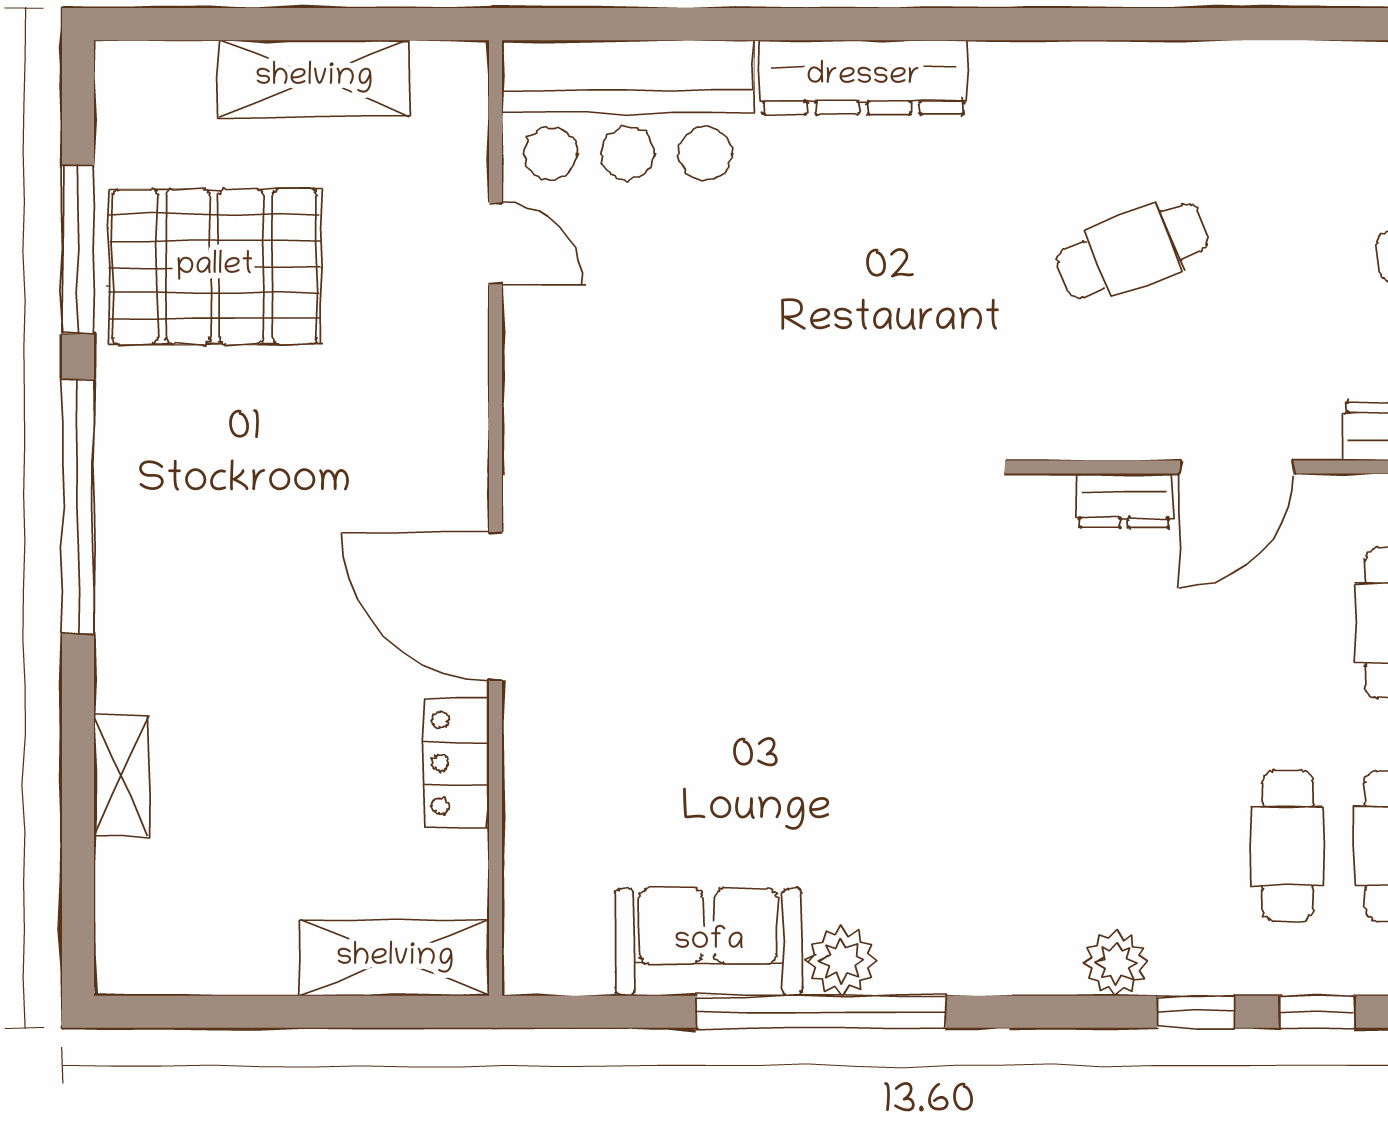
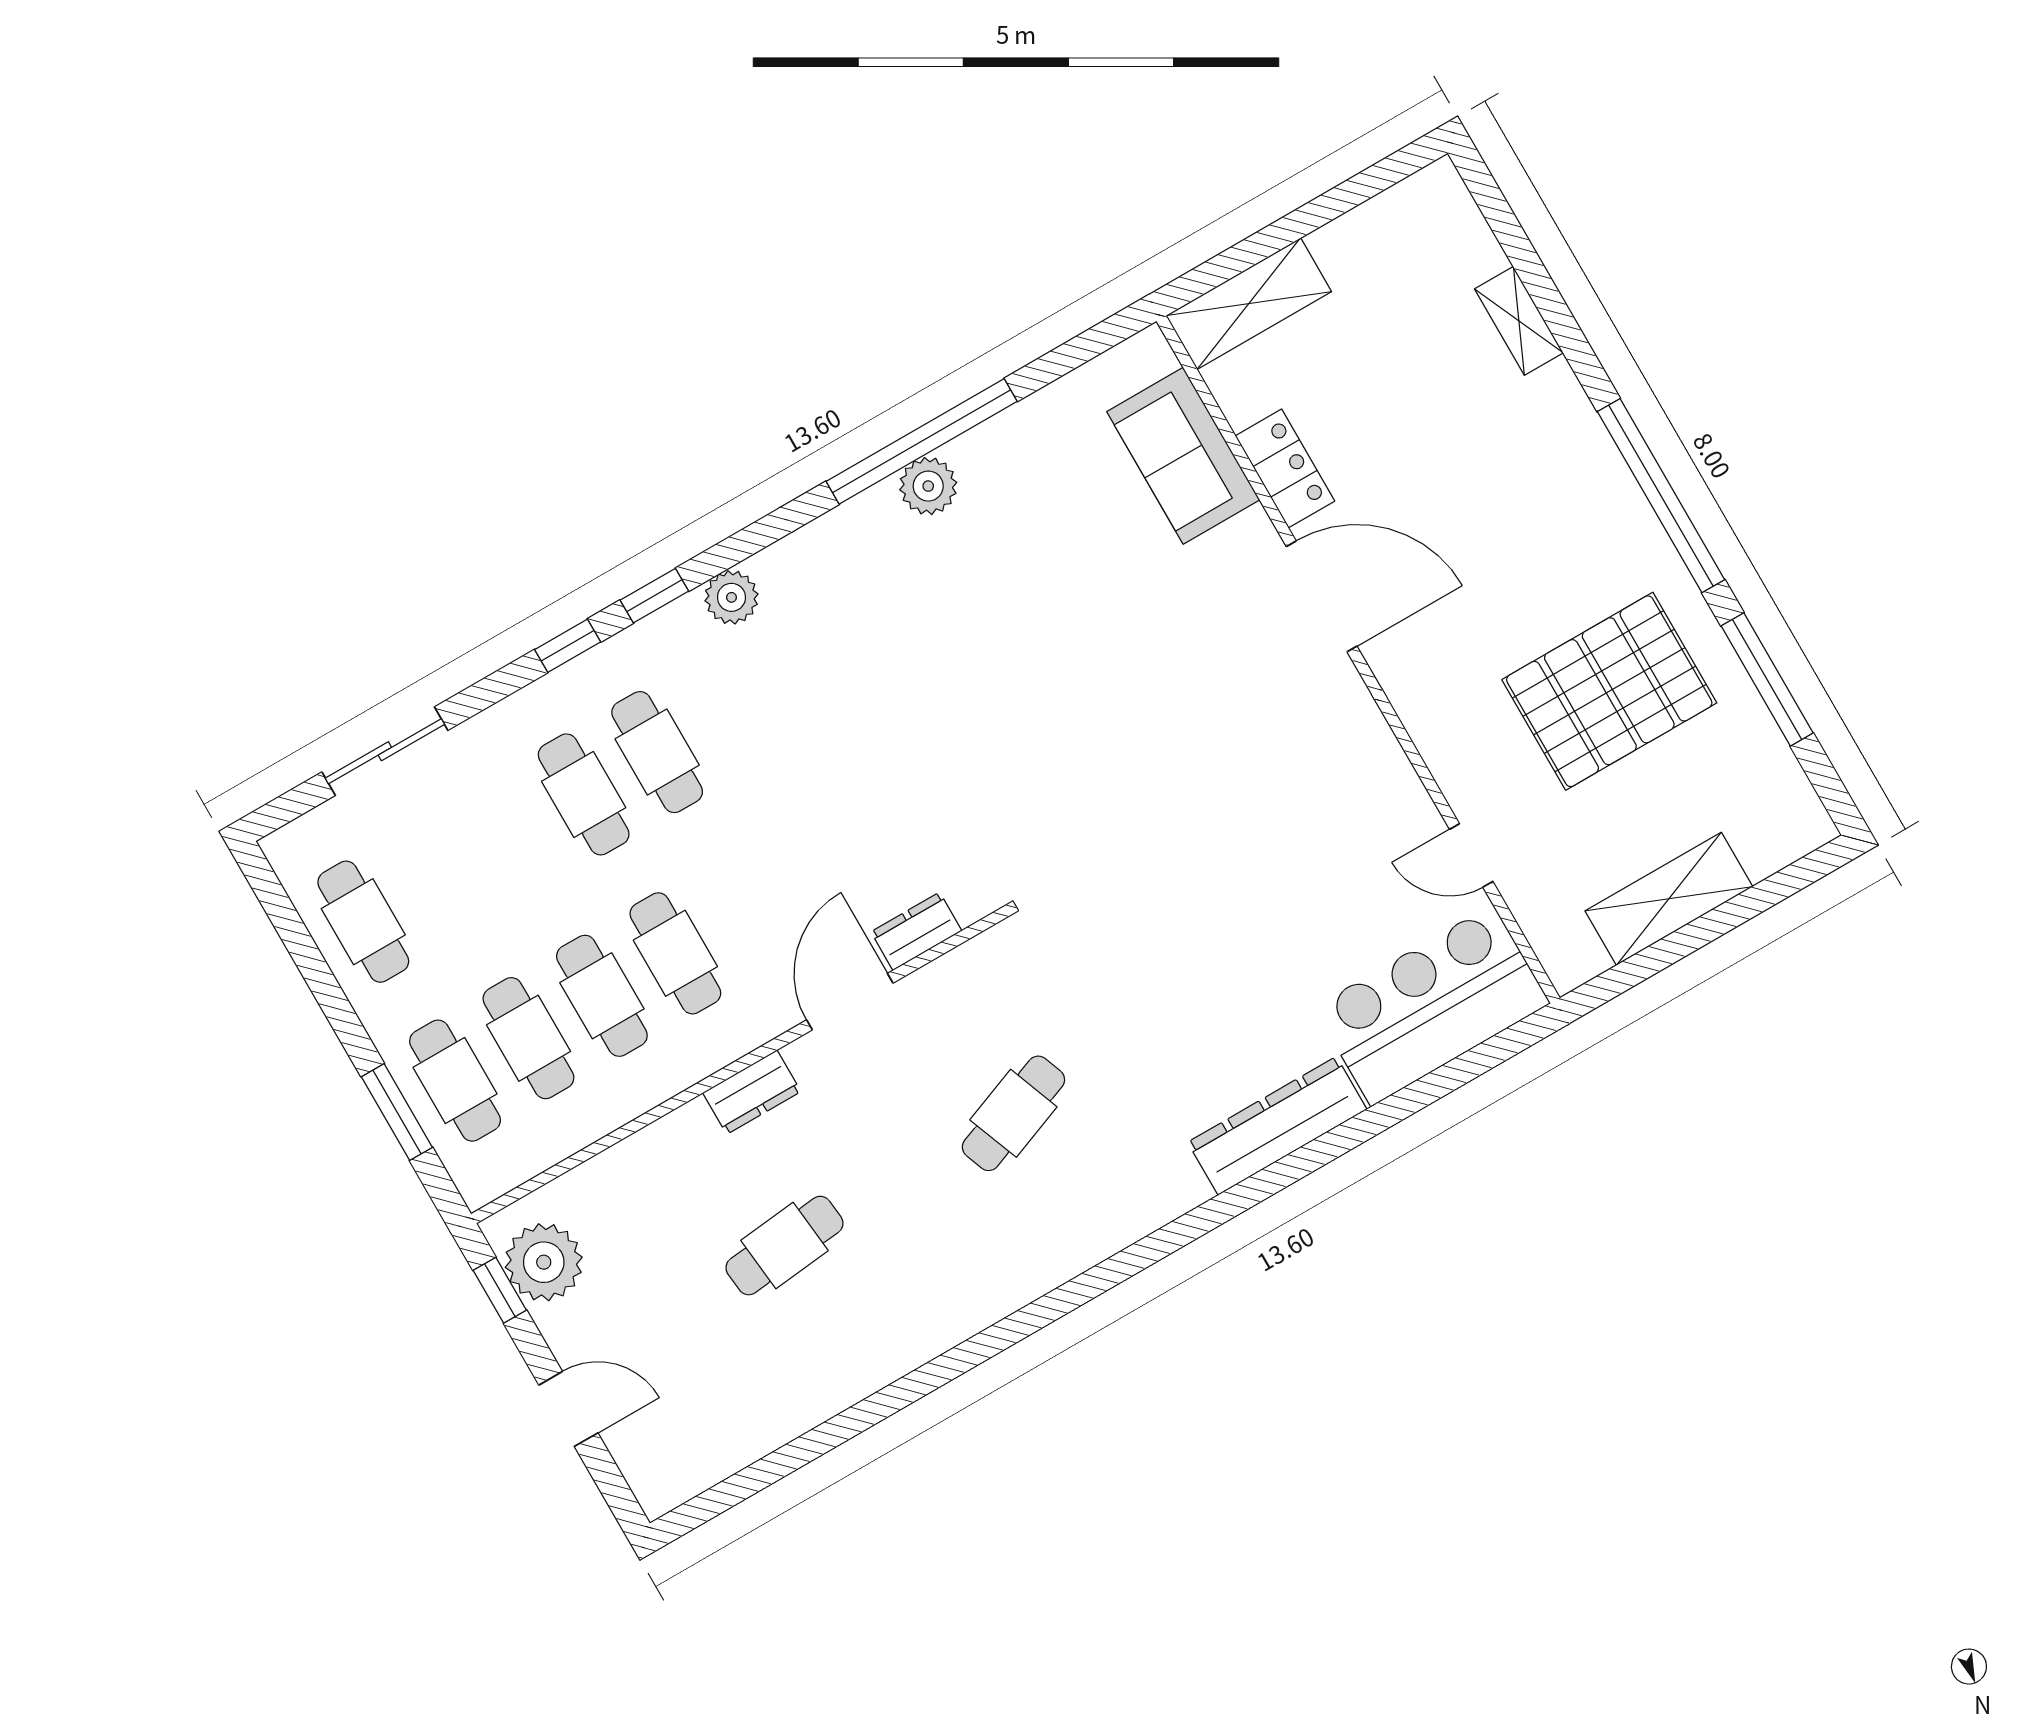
pallet: (215, 267) -> (1609, 691), moved
sofa: (709, 942) -> (1183, 456), moved, turned 90

